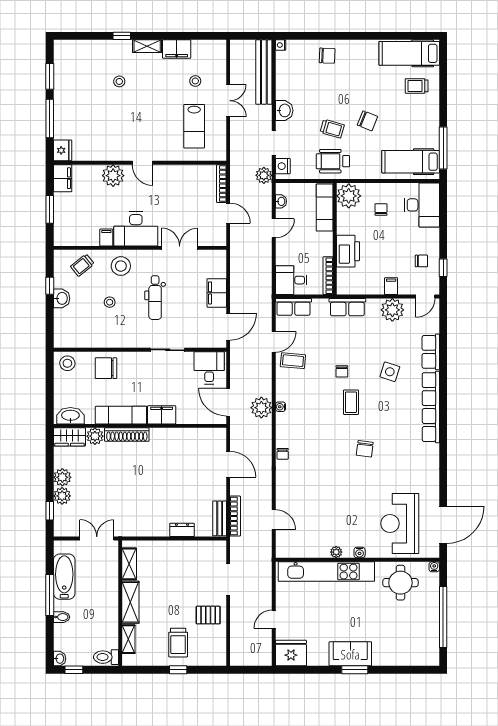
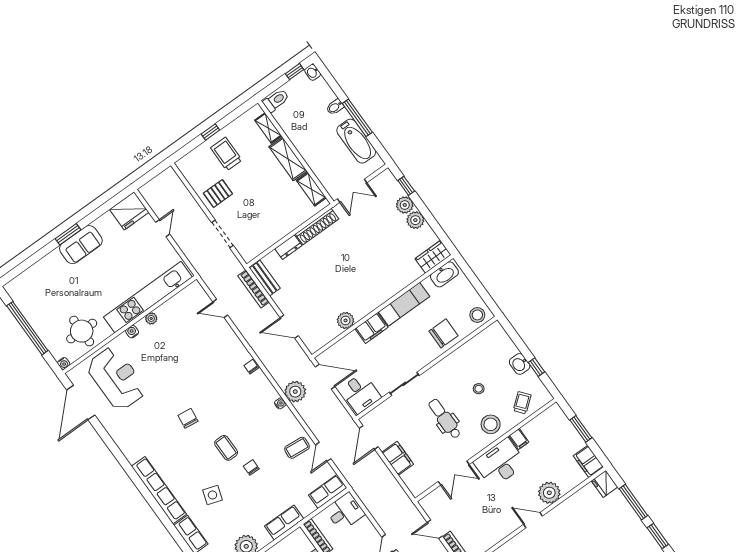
shoe rack: (127, 435) -> (317, 227), moved, turned 180
plant: (95, 436) -> (346, 320), moved

